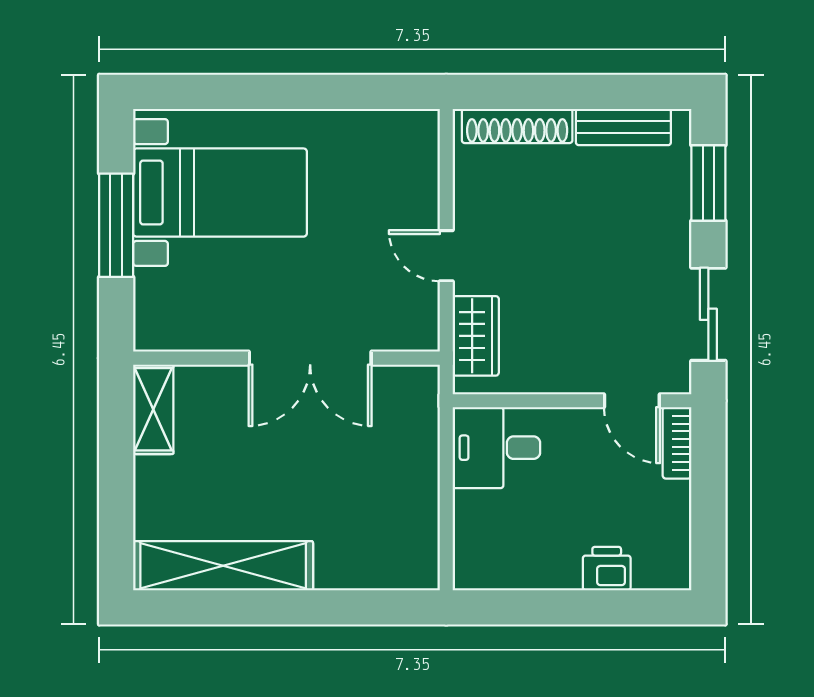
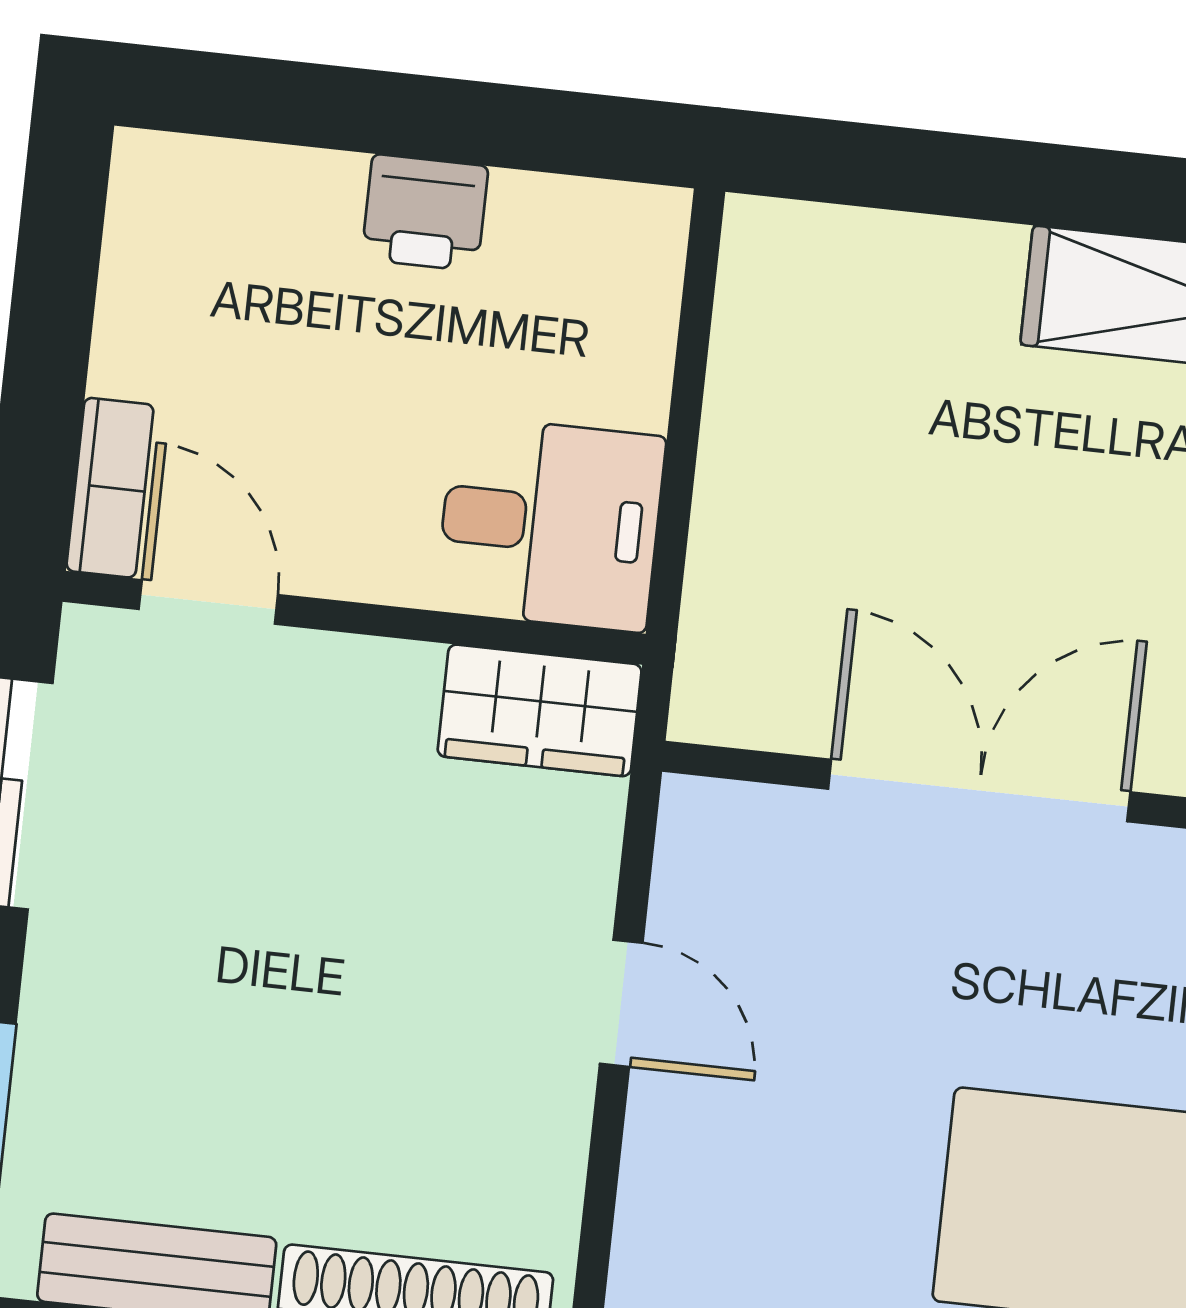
wardrobe: (476, 336) -> (540, 710), moved, turned -90
printer: (607, 569) -> (425, 213), moved

